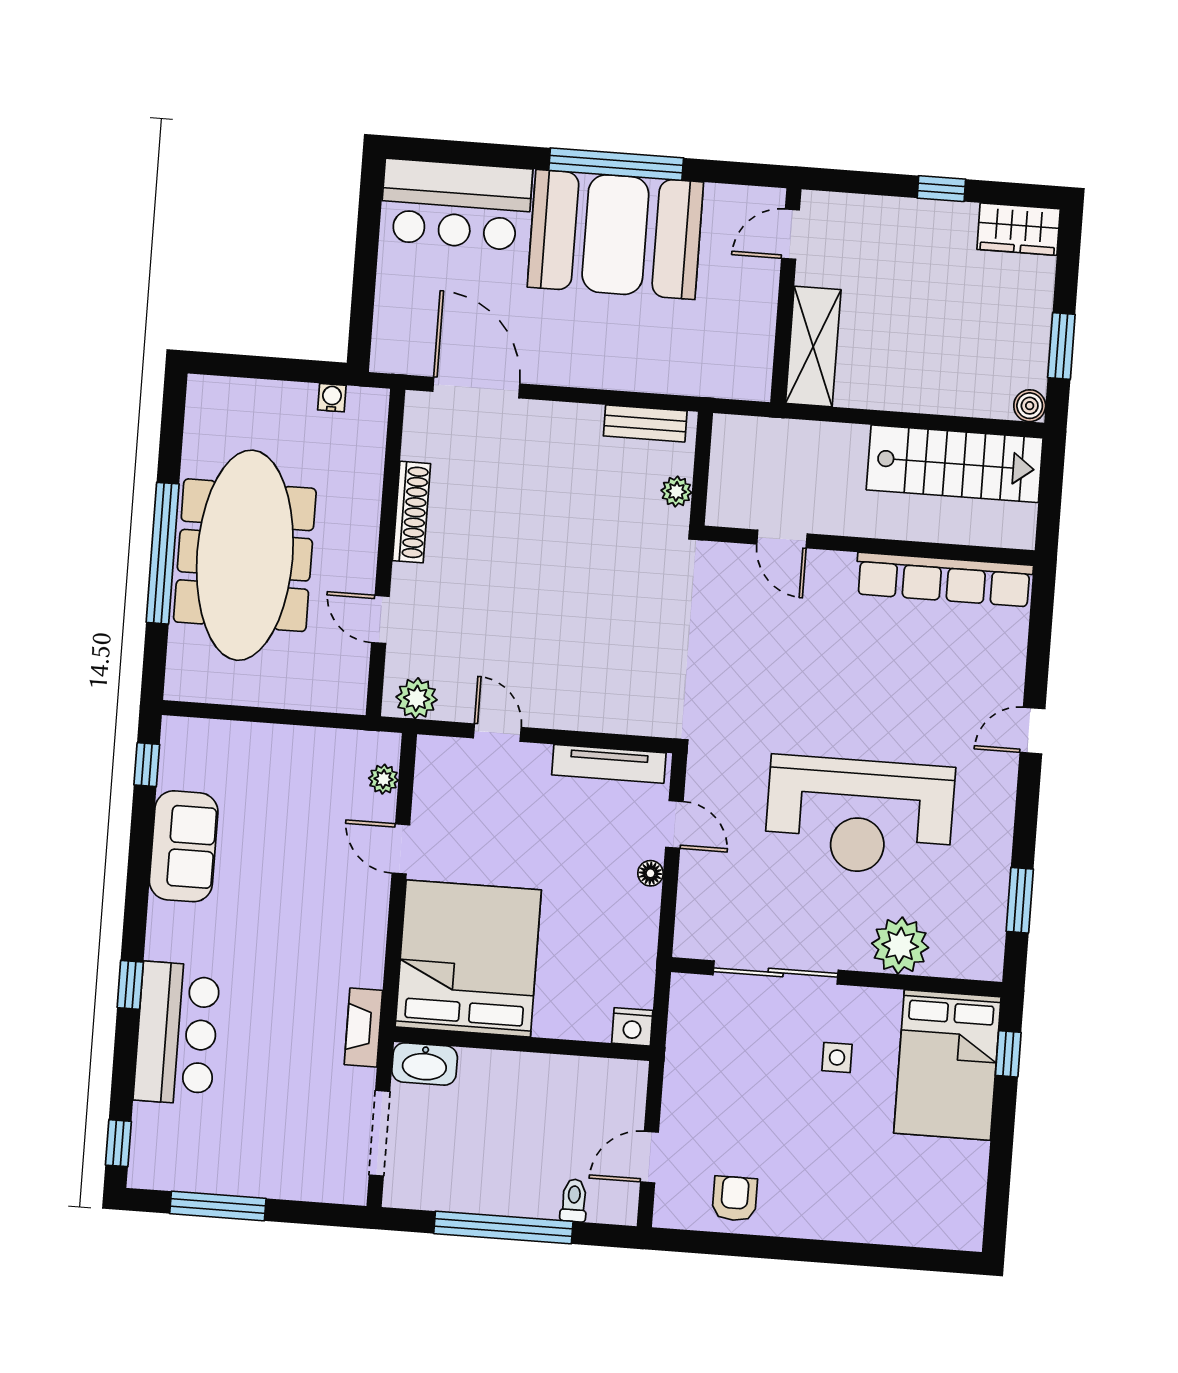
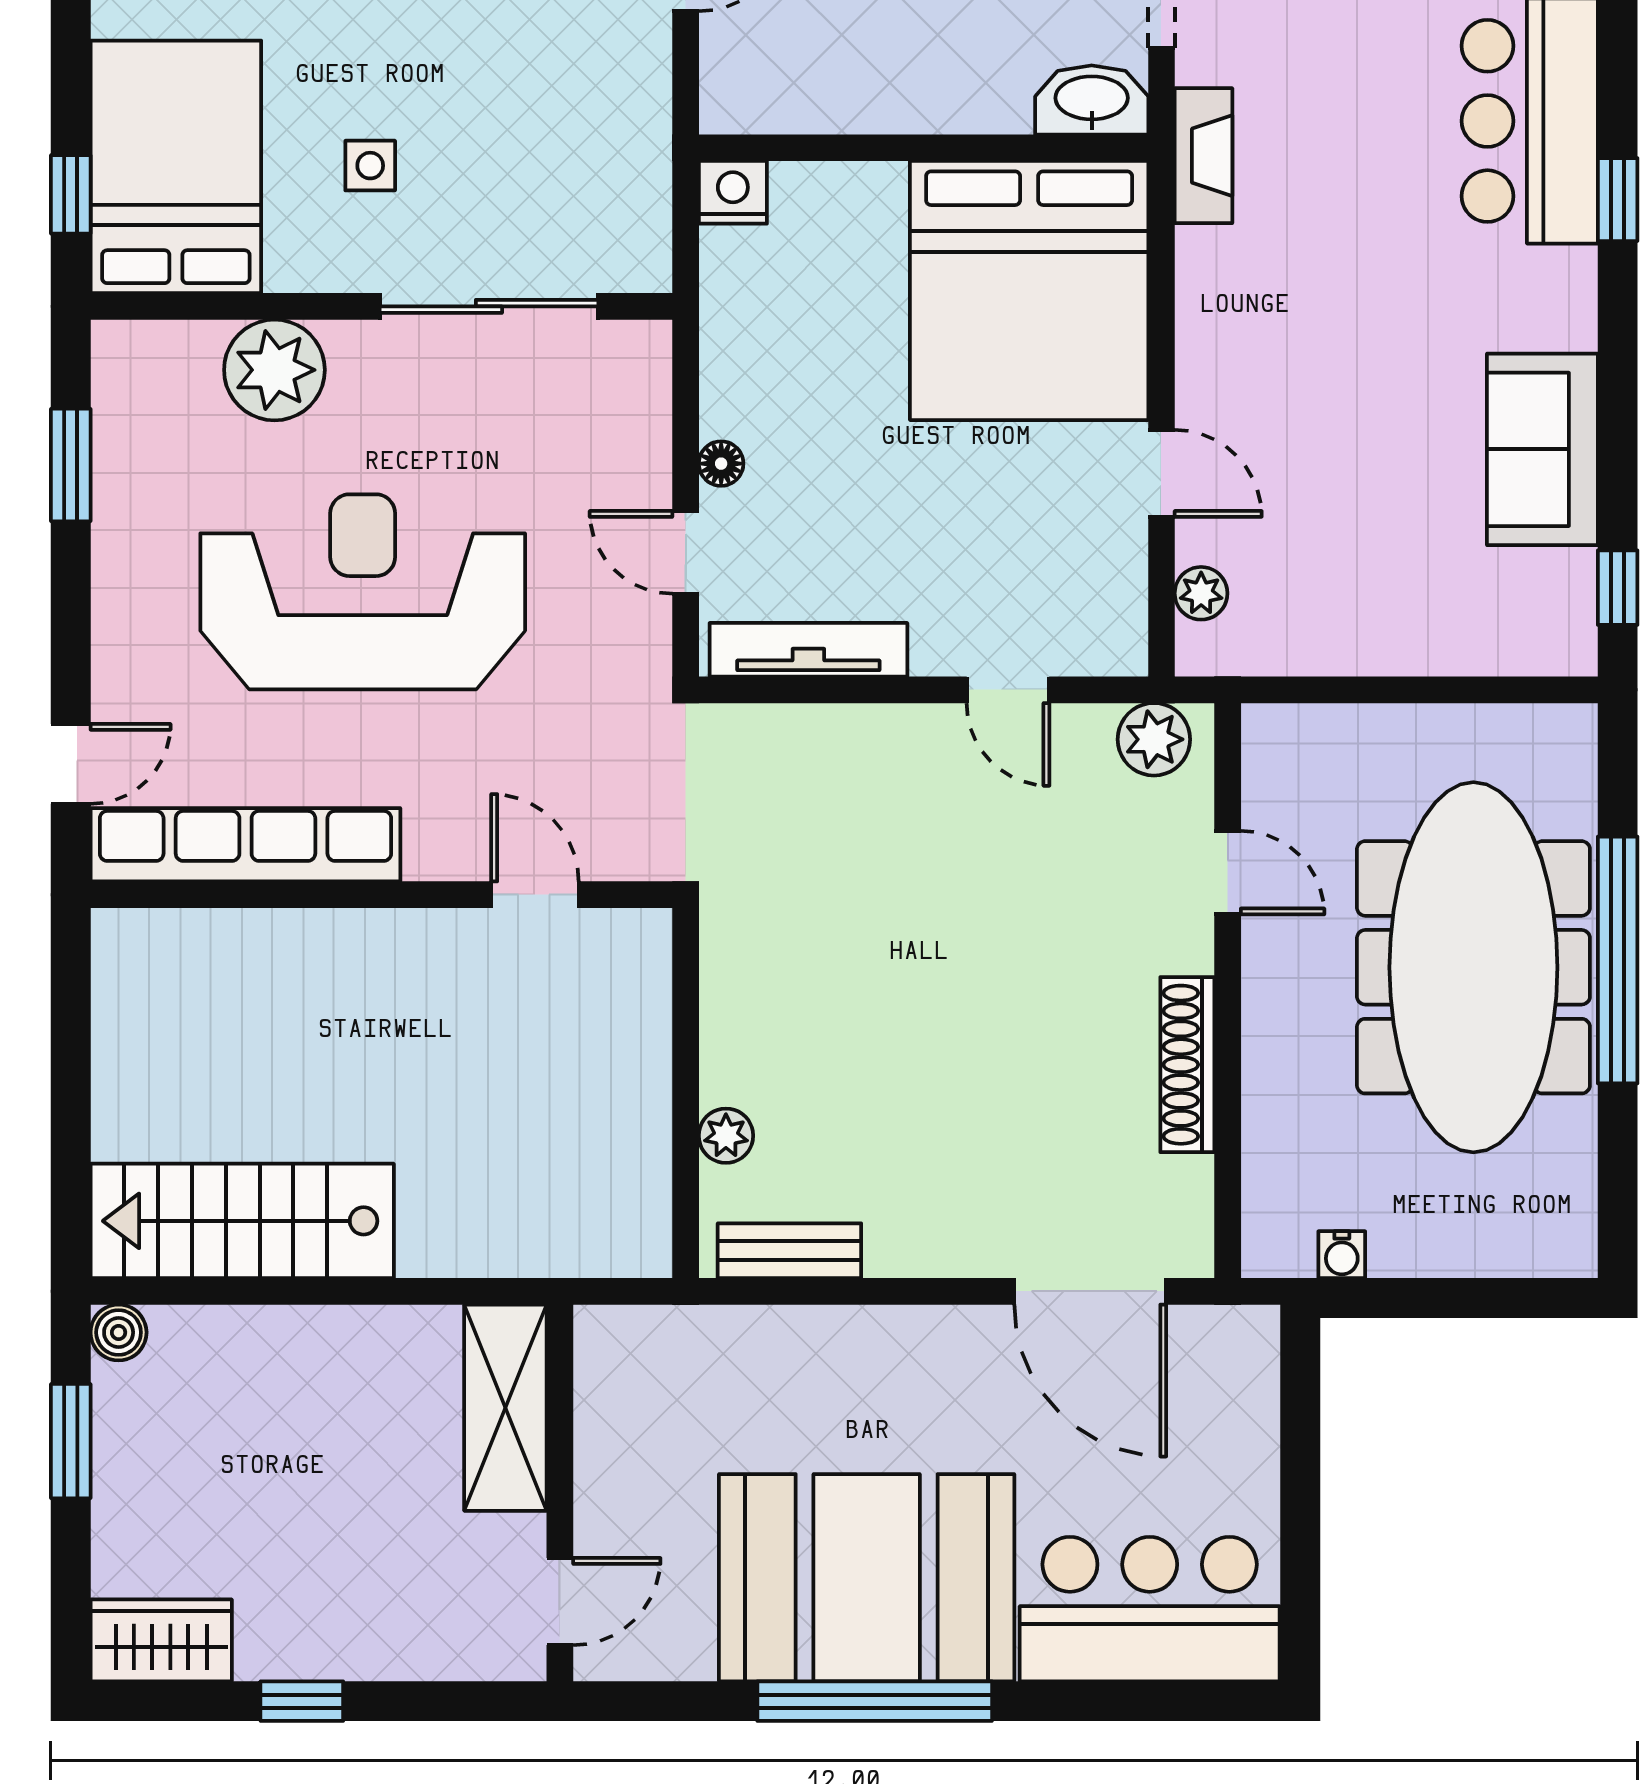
door: (782, 539) -> (535, 895), moved
wall: (869, 545) -> (381, 895), moved
row of seats: (944, 580) -> (245, 845), moved

